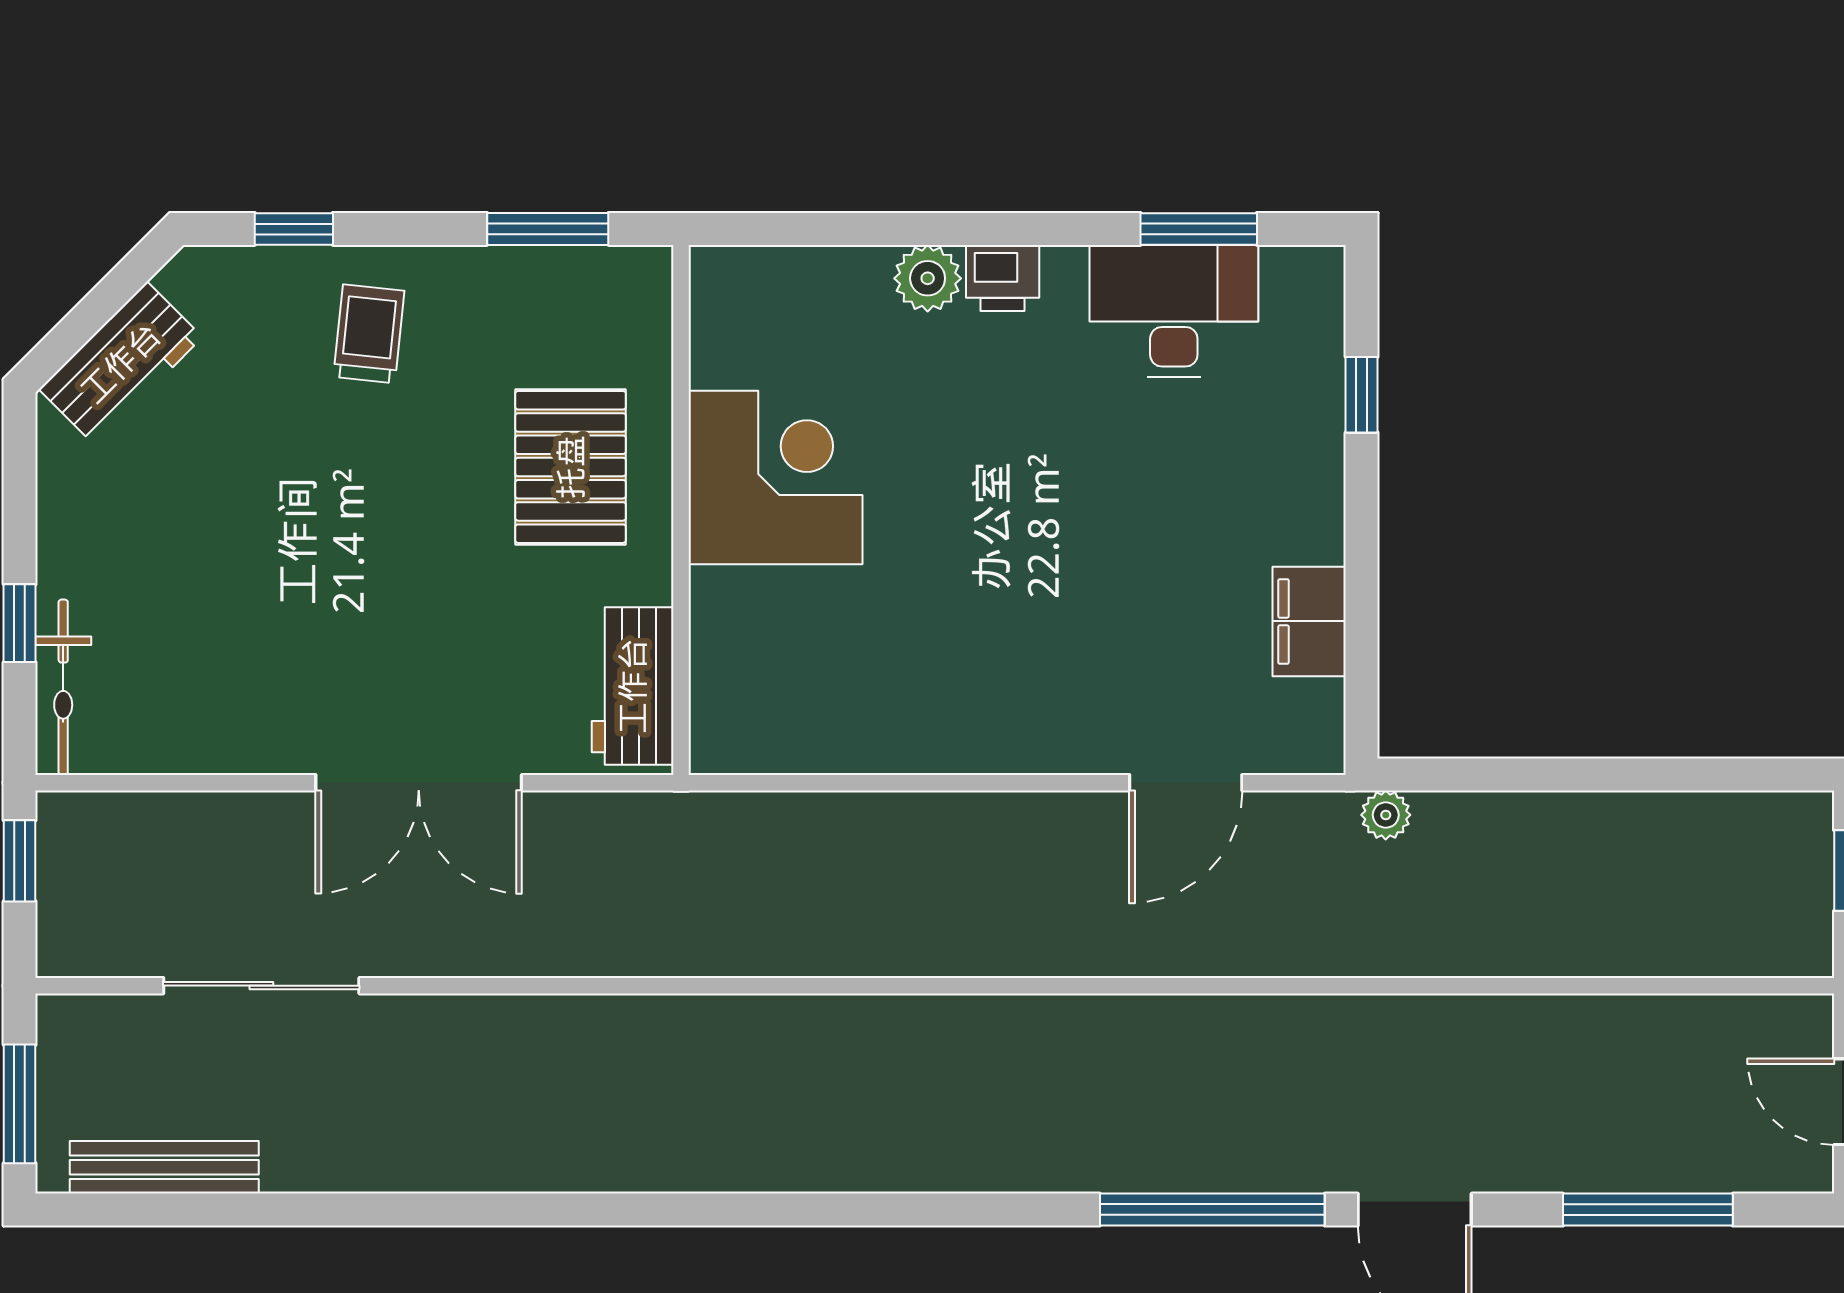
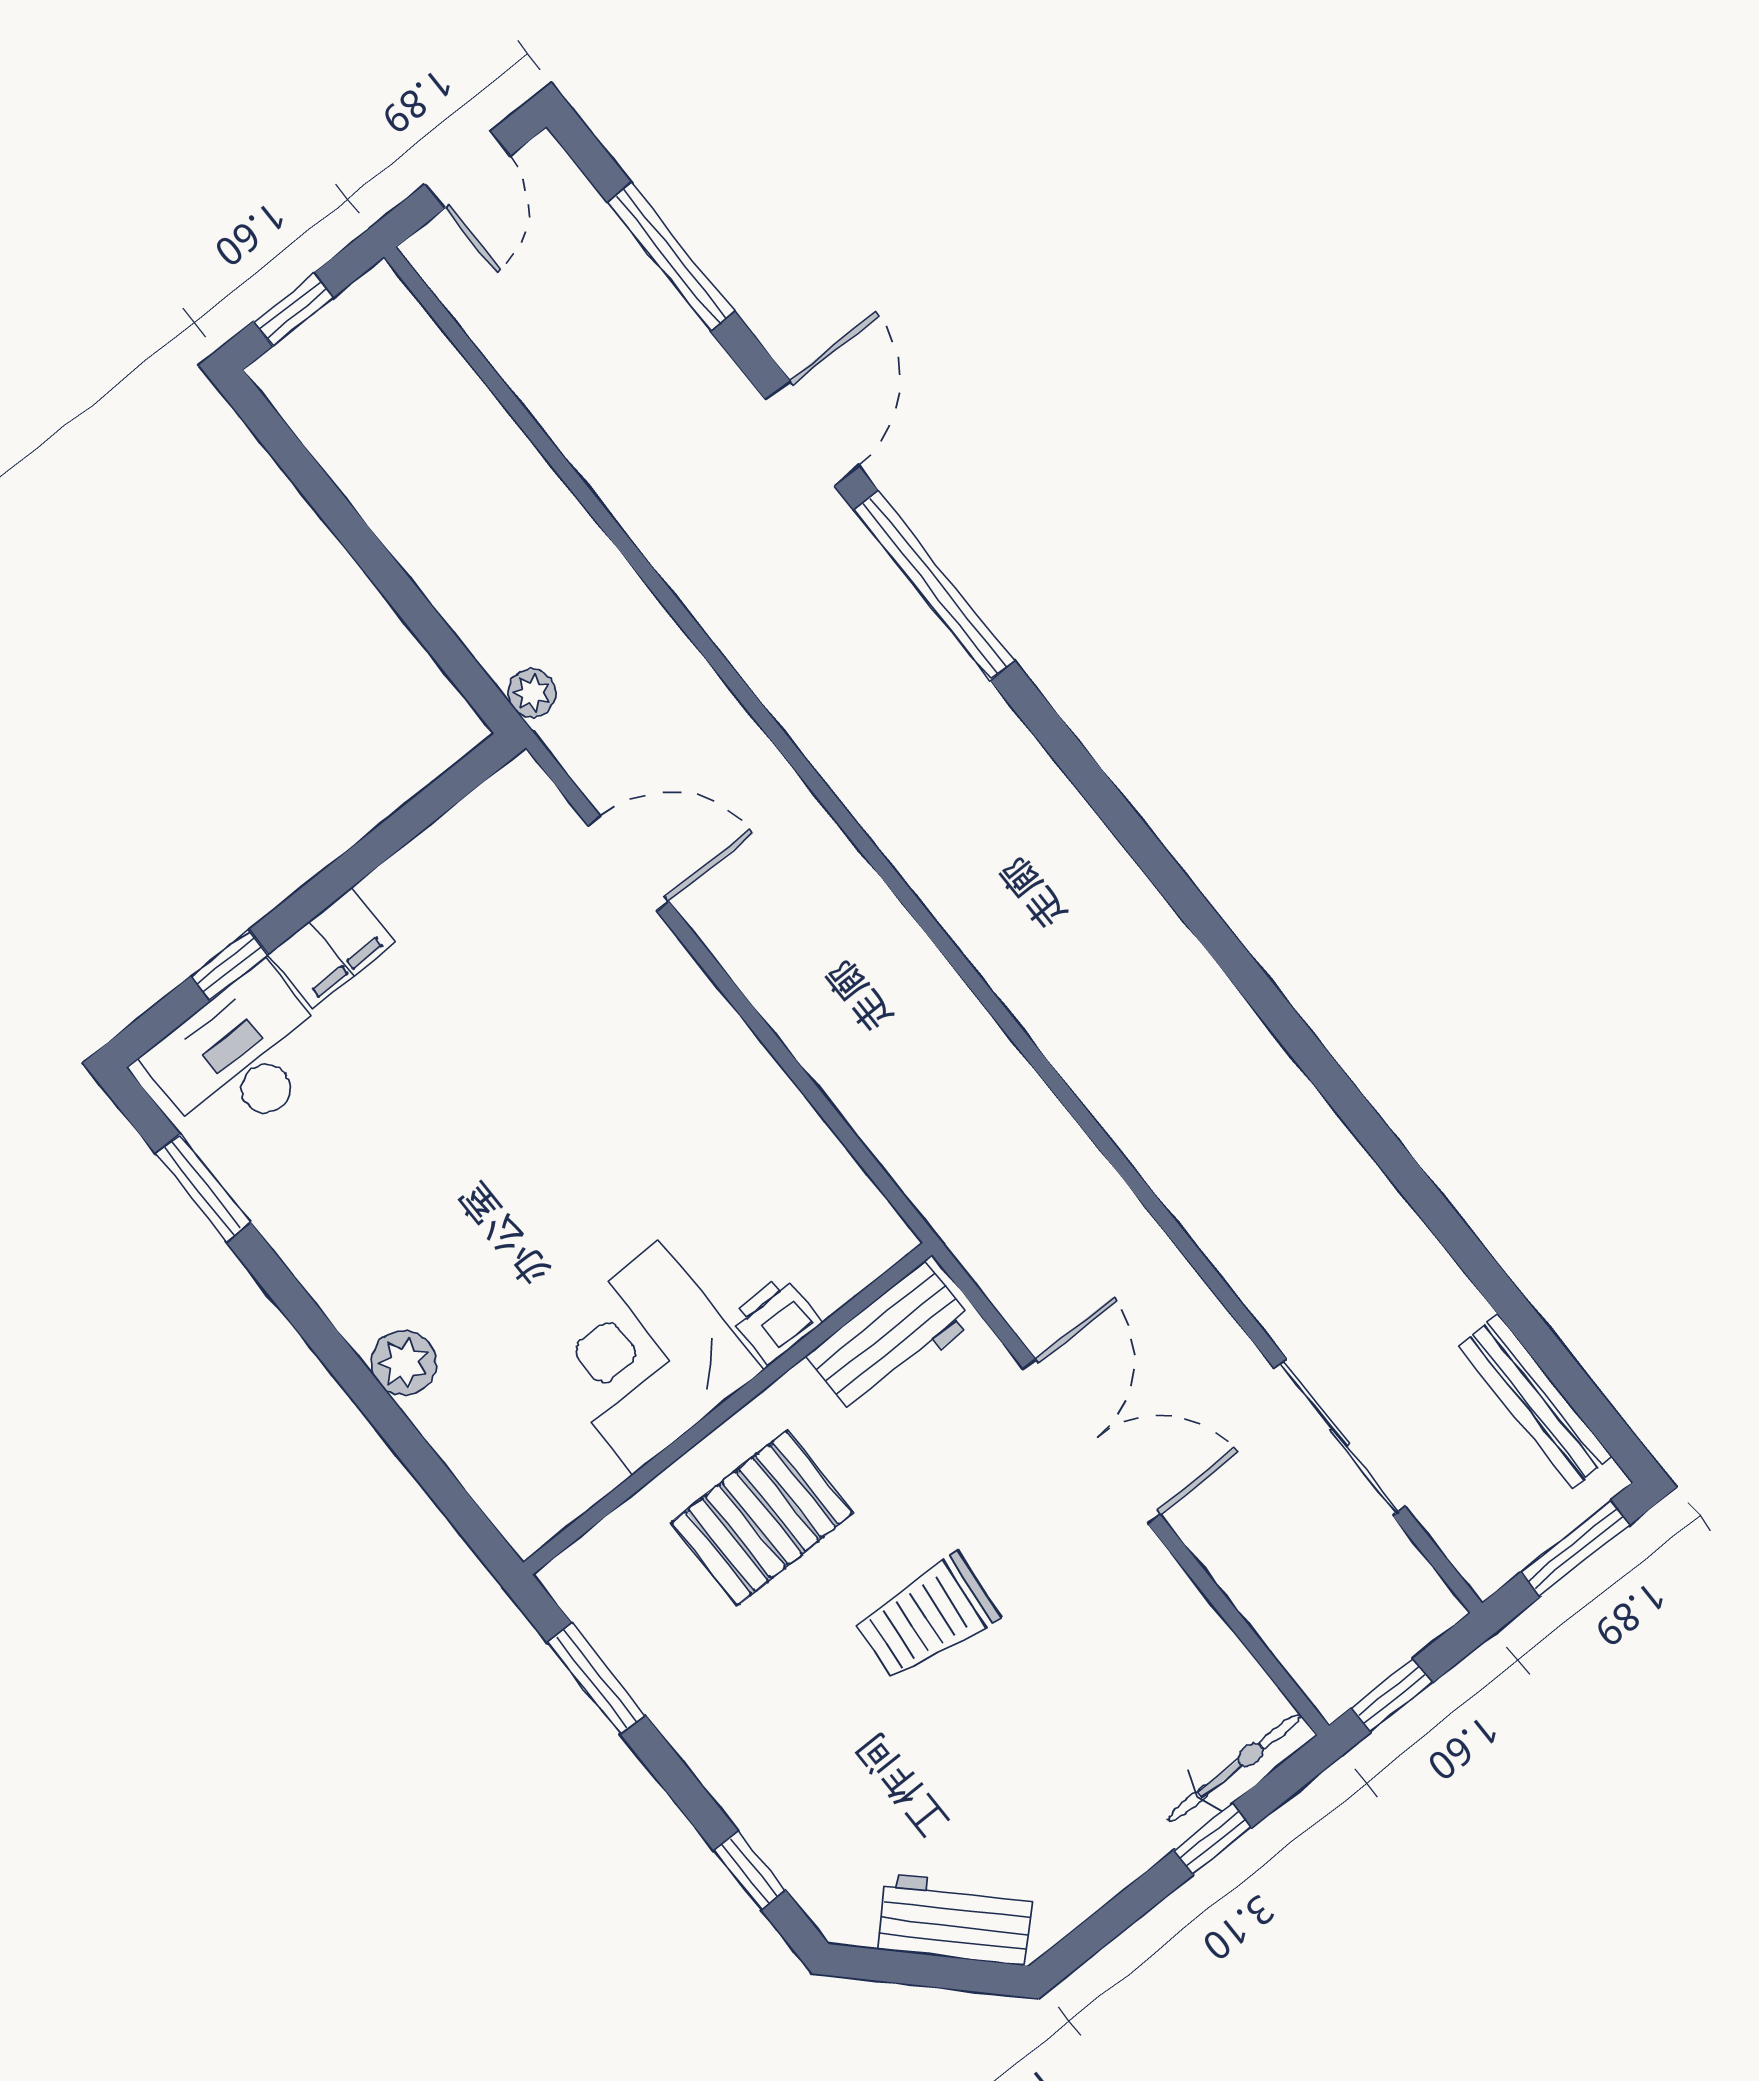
printer: (1003, 278) -> (775, 1320), moved, turned -90
desk: (1174, 311) -> (241, 1057), moved, turned 90
trolley: (369, 334) -> (926, 1618), moved, width x1.36, depth x1.39
filing cabinet: (1309, 621) -> (332, 948), moved

